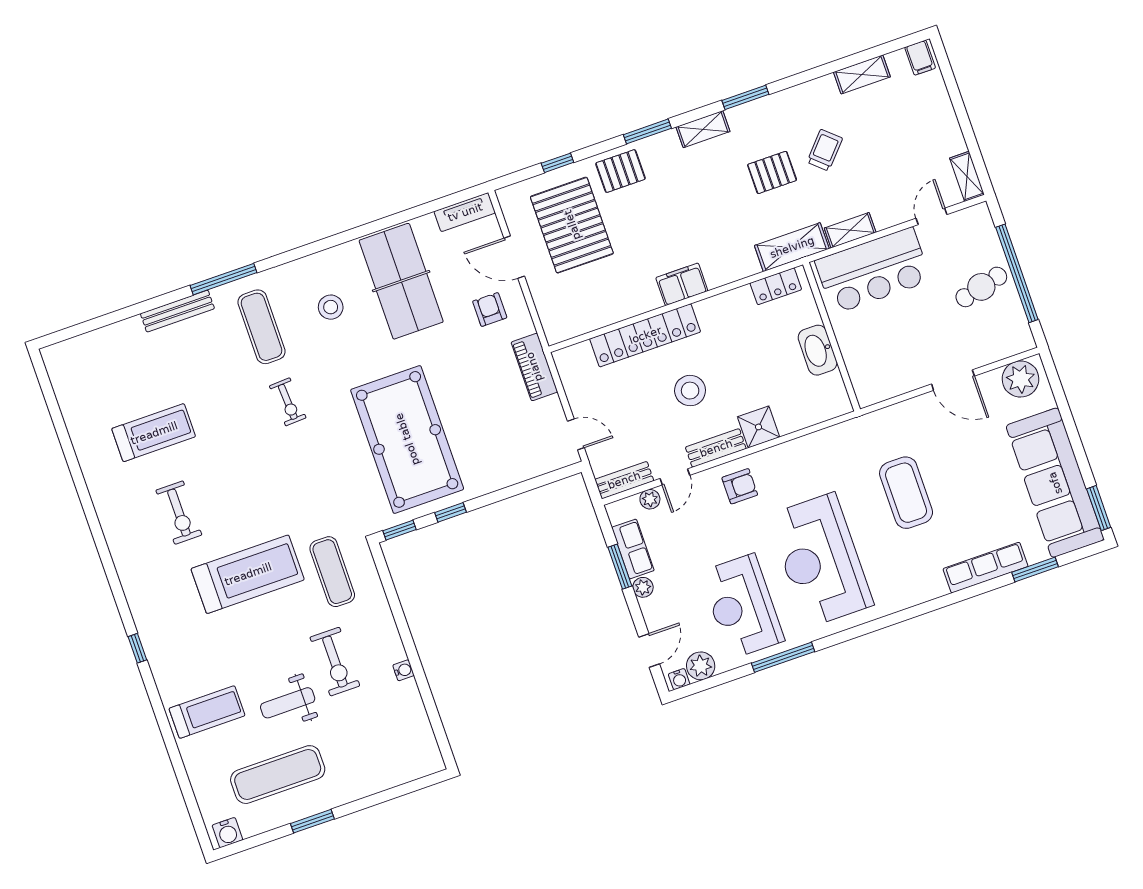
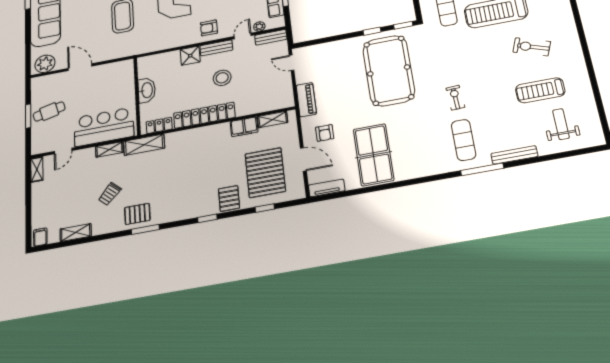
shelving: (703, 129) -> (273, 119), moved
window: (647, 131) -> (207, 218), width x0.67
pallet: (621, 171) -> (229, 198), turned 90
pallet: (772, 172) -> (137, 214), moved
window: (1017, 273) -> (28, 116), width x0.47
filing cabinet: (682, 284) -> (244, 127), moved
stool: (331, 307) -> (419, 146), removed
locker: (645, 335) -> (204, 115), moved
weight bench: (113, 375) -> (561, 124), added
exercise bike: (179, 513) -> (532, 47), turned -70

